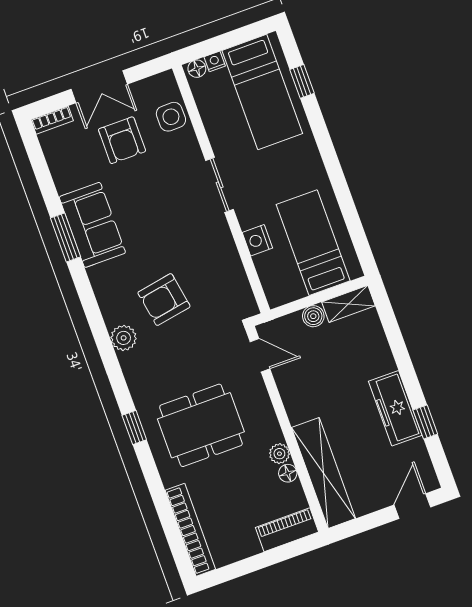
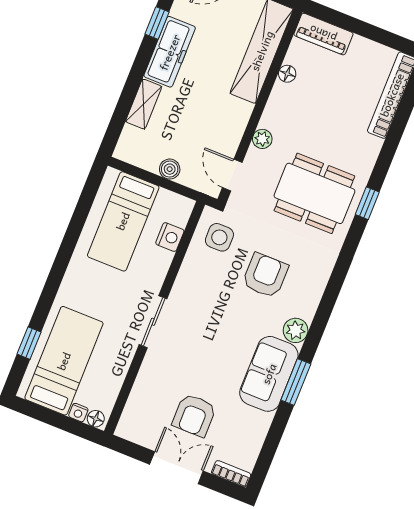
side table: (171, 117) -> (219, 237), moved
armchair: (122, 140) -> (194, 415), turned 180
nightstand: (257, 240) -> (170, 237), moved
armchair: (164, 300) -> (265, 275), turned -80
shelving: (348, 304) -> (144, 104), moved, turned 90
plant: (124, 338) -> (296, 330), moved
dining table: (201, 425) -> (314, 193), moved
plant: (279, 454) -> (262, 139), moved

